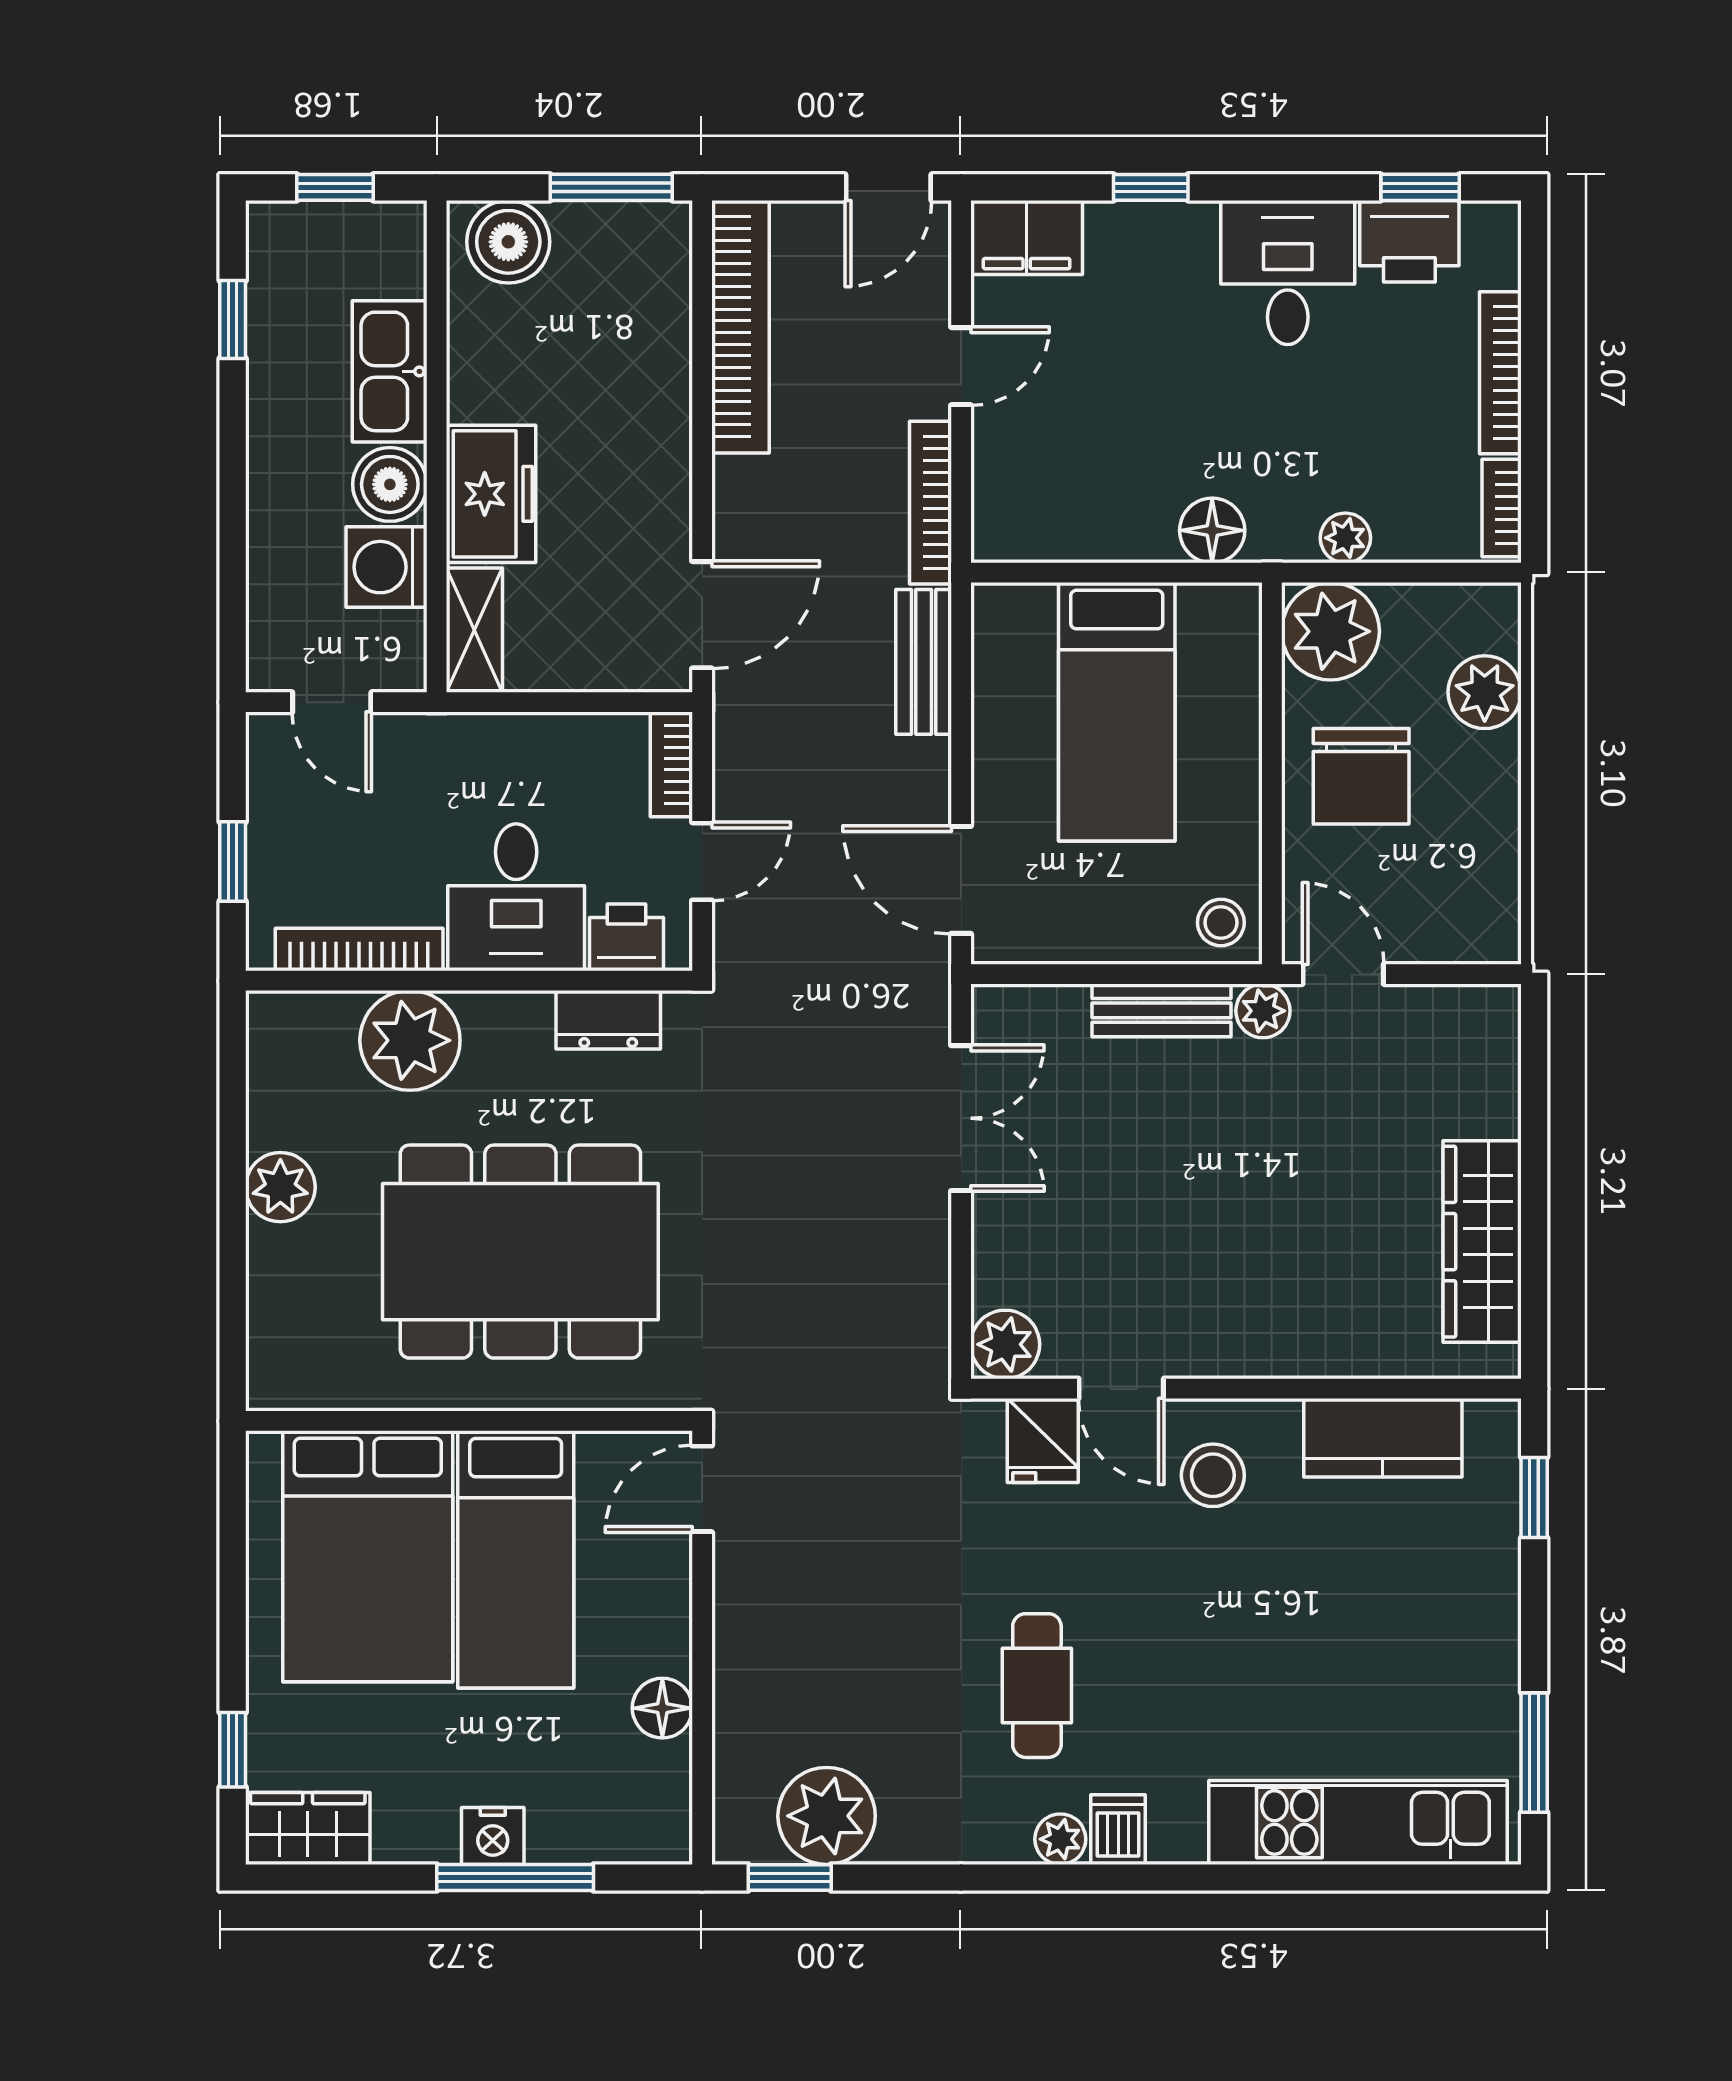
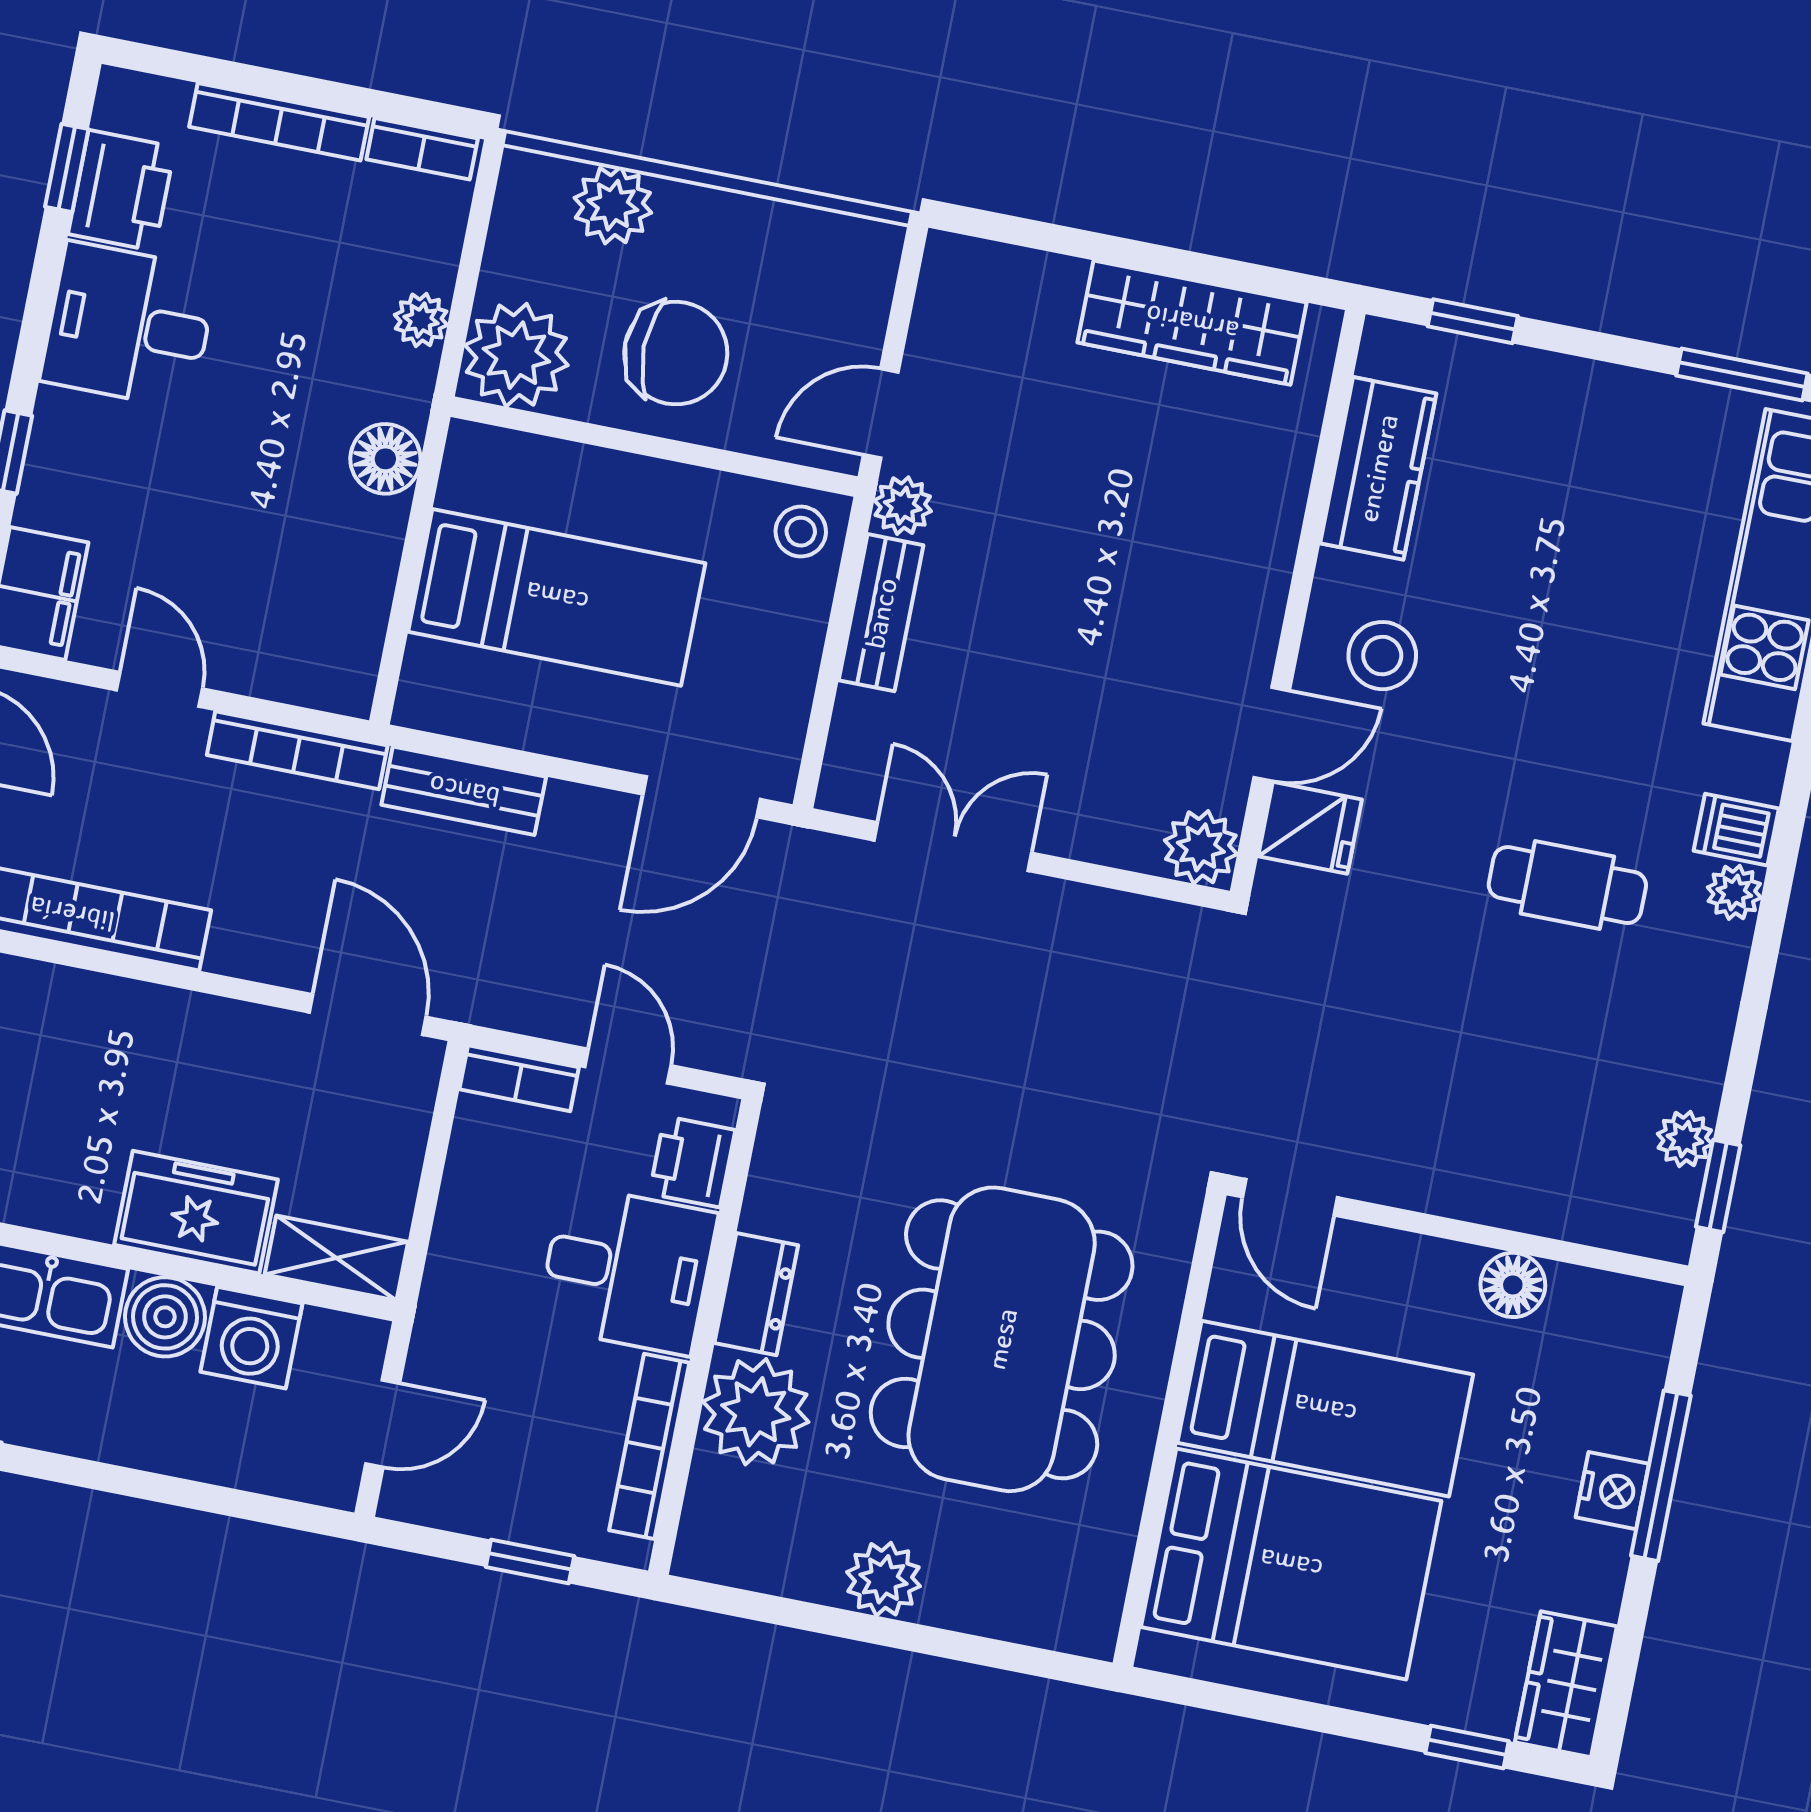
dresser: (608, 1020) -> (756, 1294), moved
plant: (827, 1816) -> (1685, 1139), width x0.53, depth x0.53

